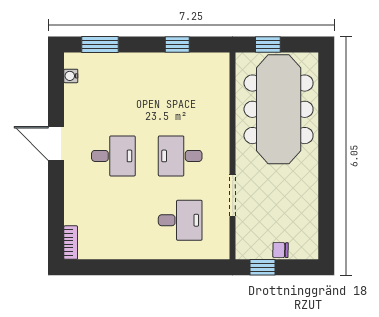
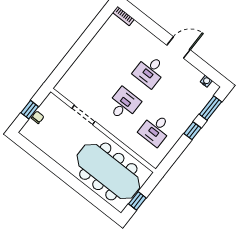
window: (177, 45) -> (193, 131), moved
window: (268, 45) -> (137, 201), moved
desk: (180, 220) -> (156, 129), moved
window: (263, 267) -> (30, 110), moved

